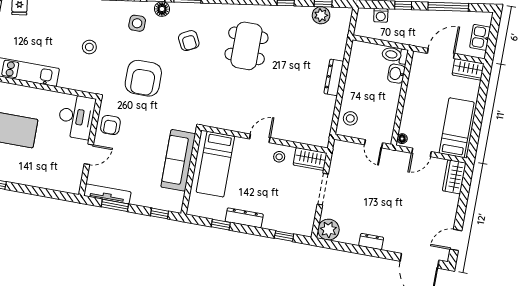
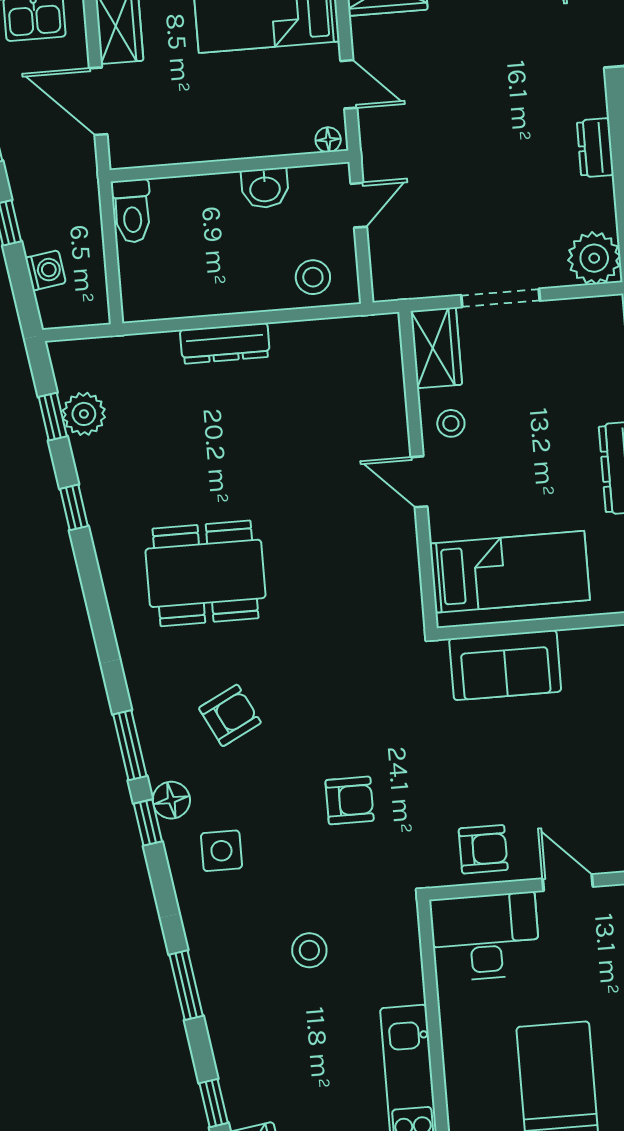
washbasin: (396, 74) -> (265, 188), moved
armchair: (143, 78) -> (350, 800), width x0.53, depth x0.53
sofa: (178, 160) -> (505, 665), width x0.73

